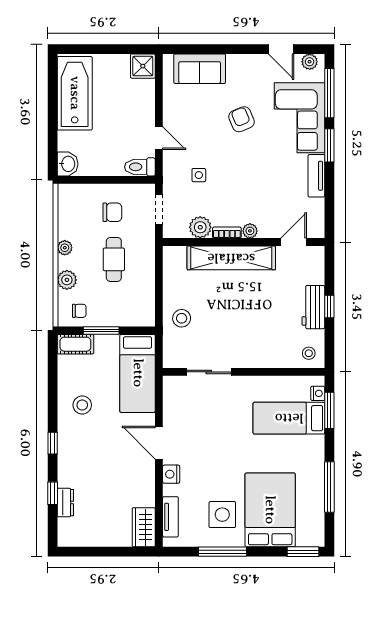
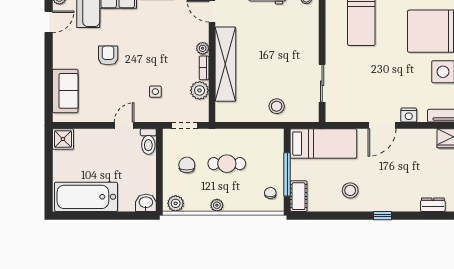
armchair: (242, 119) -> (108, 55), turned 112
plant: (67, 280) -> (176, 203), moved
window: (101, 330) -> (287, 174), width x1.44
window: (53, 493) -> (425, 216), removed

